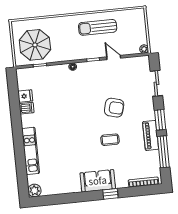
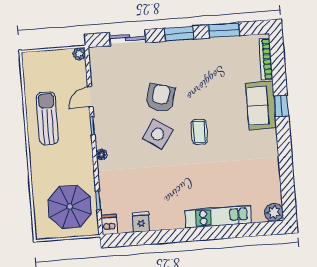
sun lounger: (98, 27) -> (47, 118), turned 180
side table: (88, 106) -> (158, 134), added
dishwasher: (27, 108) -> (109, 224), moved
piano: (151, 135) -> (201, 48), removed
coffee table: (110, 140) -> (199, 132), moved
window: (163, 152) -> (224, 30), width x0.69
sofa: (98, 181) -> (261, 106), moved

